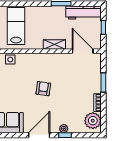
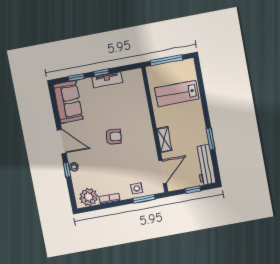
lab bench: (16, 26) -> (177, 94), turned 180
side table: (10, 60) -> (137, 188), moved
window: (103, 82) -> (144, 199), moved

